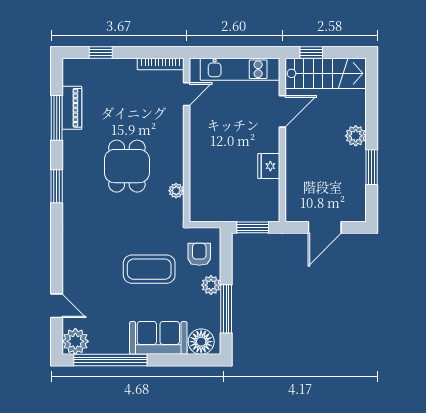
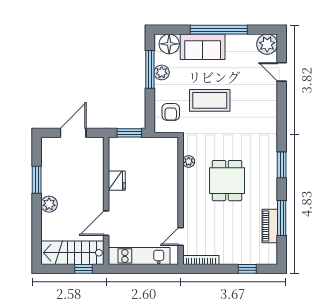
plant: (211, 285) -> (162, 72), moved
window: (110, 360) -> (219, 30), moved

